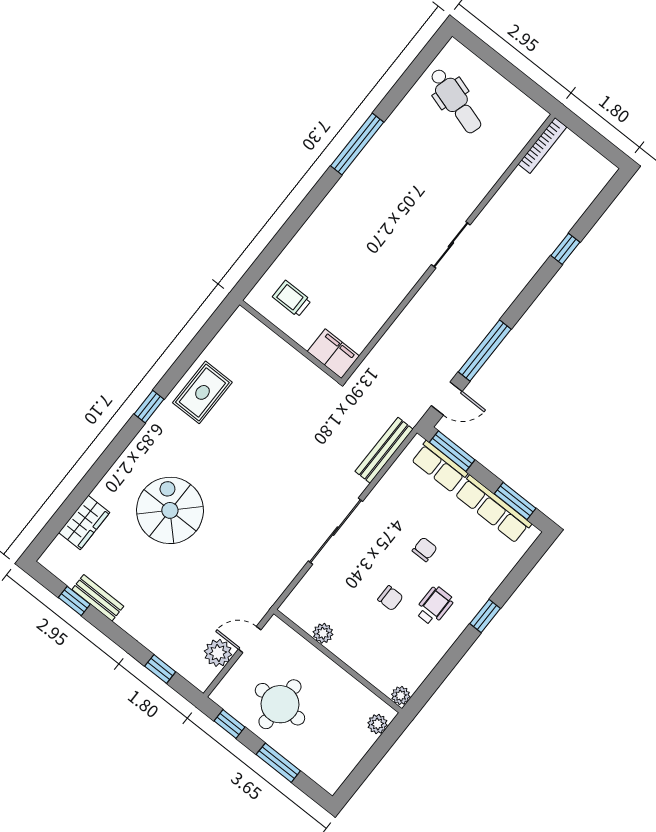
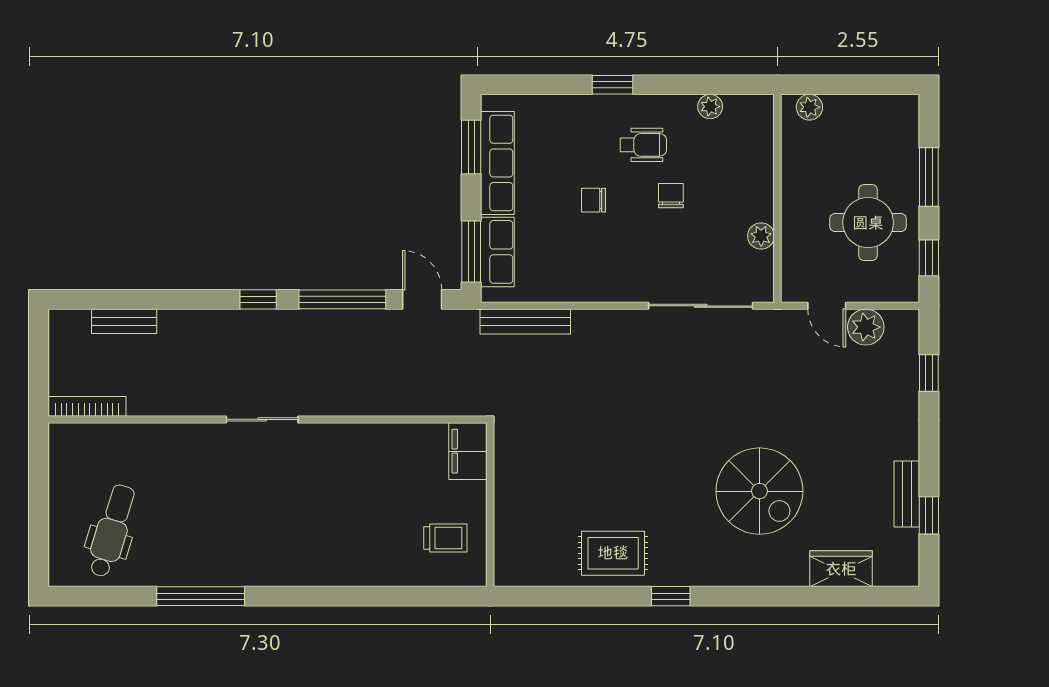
window: (357, 144) -> (201, 596), moved
bench: (576, 208) -> (124, 321), added
window: (565, 249) -> (258, 299), moved
trolley: (292, 299) -> (445, 538), turned -90
spiral stairs: (170, 510) -> (759, 491), turned -90
sliding door: (335, 531) -> (701, 306), moved
wheelchair: (434, 606) -> (643, 145), turned 180
plant: (401, 696) -> (710, 107), moved

